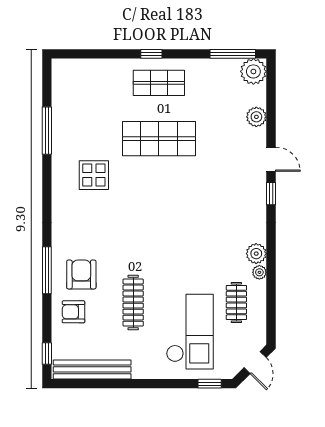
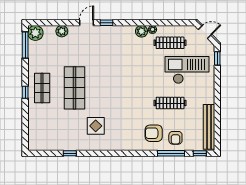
window: (47, 131) -> (70, 153), width x0.46
window: (47, 270) -> (171, 153), moved
clothes rail: (236, 303) -> (170, 43), width x1.36

